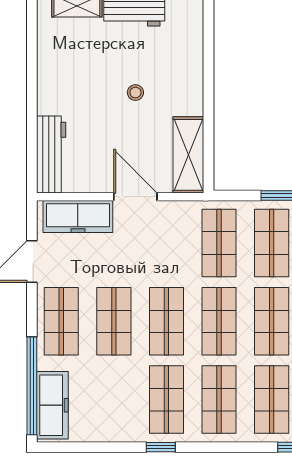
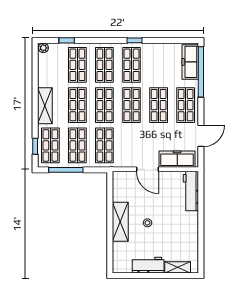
shelving: (188, 155) -> (120, 222), moved

